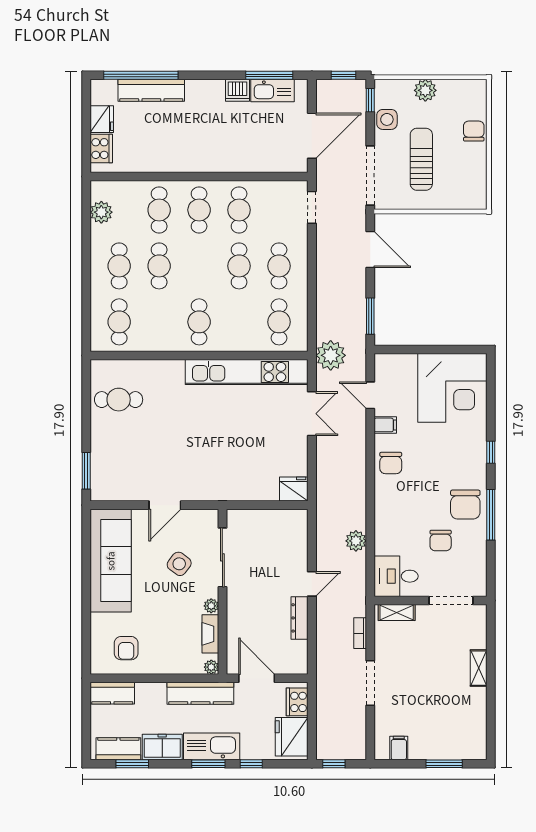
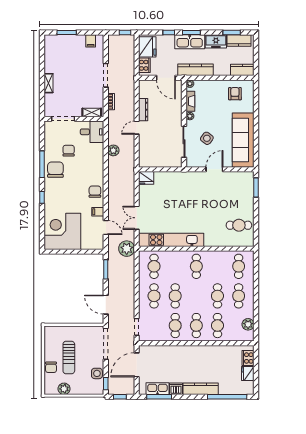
kitchen counter: (151, 90) -> (201, 389), moved
plant: (425, 90) -> (64, 389), moved
sun lounger: (421, 159) -> (69, 358), moved

